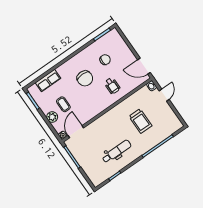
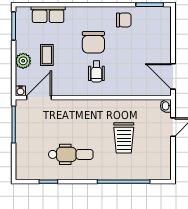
chair: (105, 60) -> (124, 20), moved
wheelchair: (112, 86) -> (96, 72), moved

